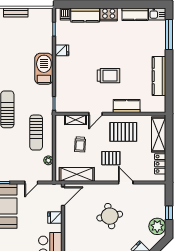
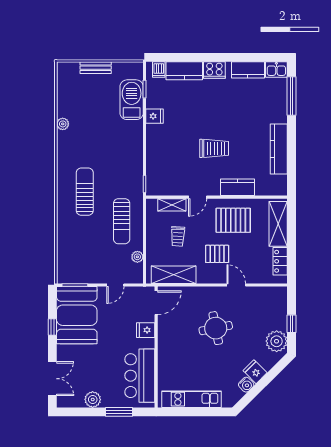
barbecue: (44, 69) -> (132, 100), moved

